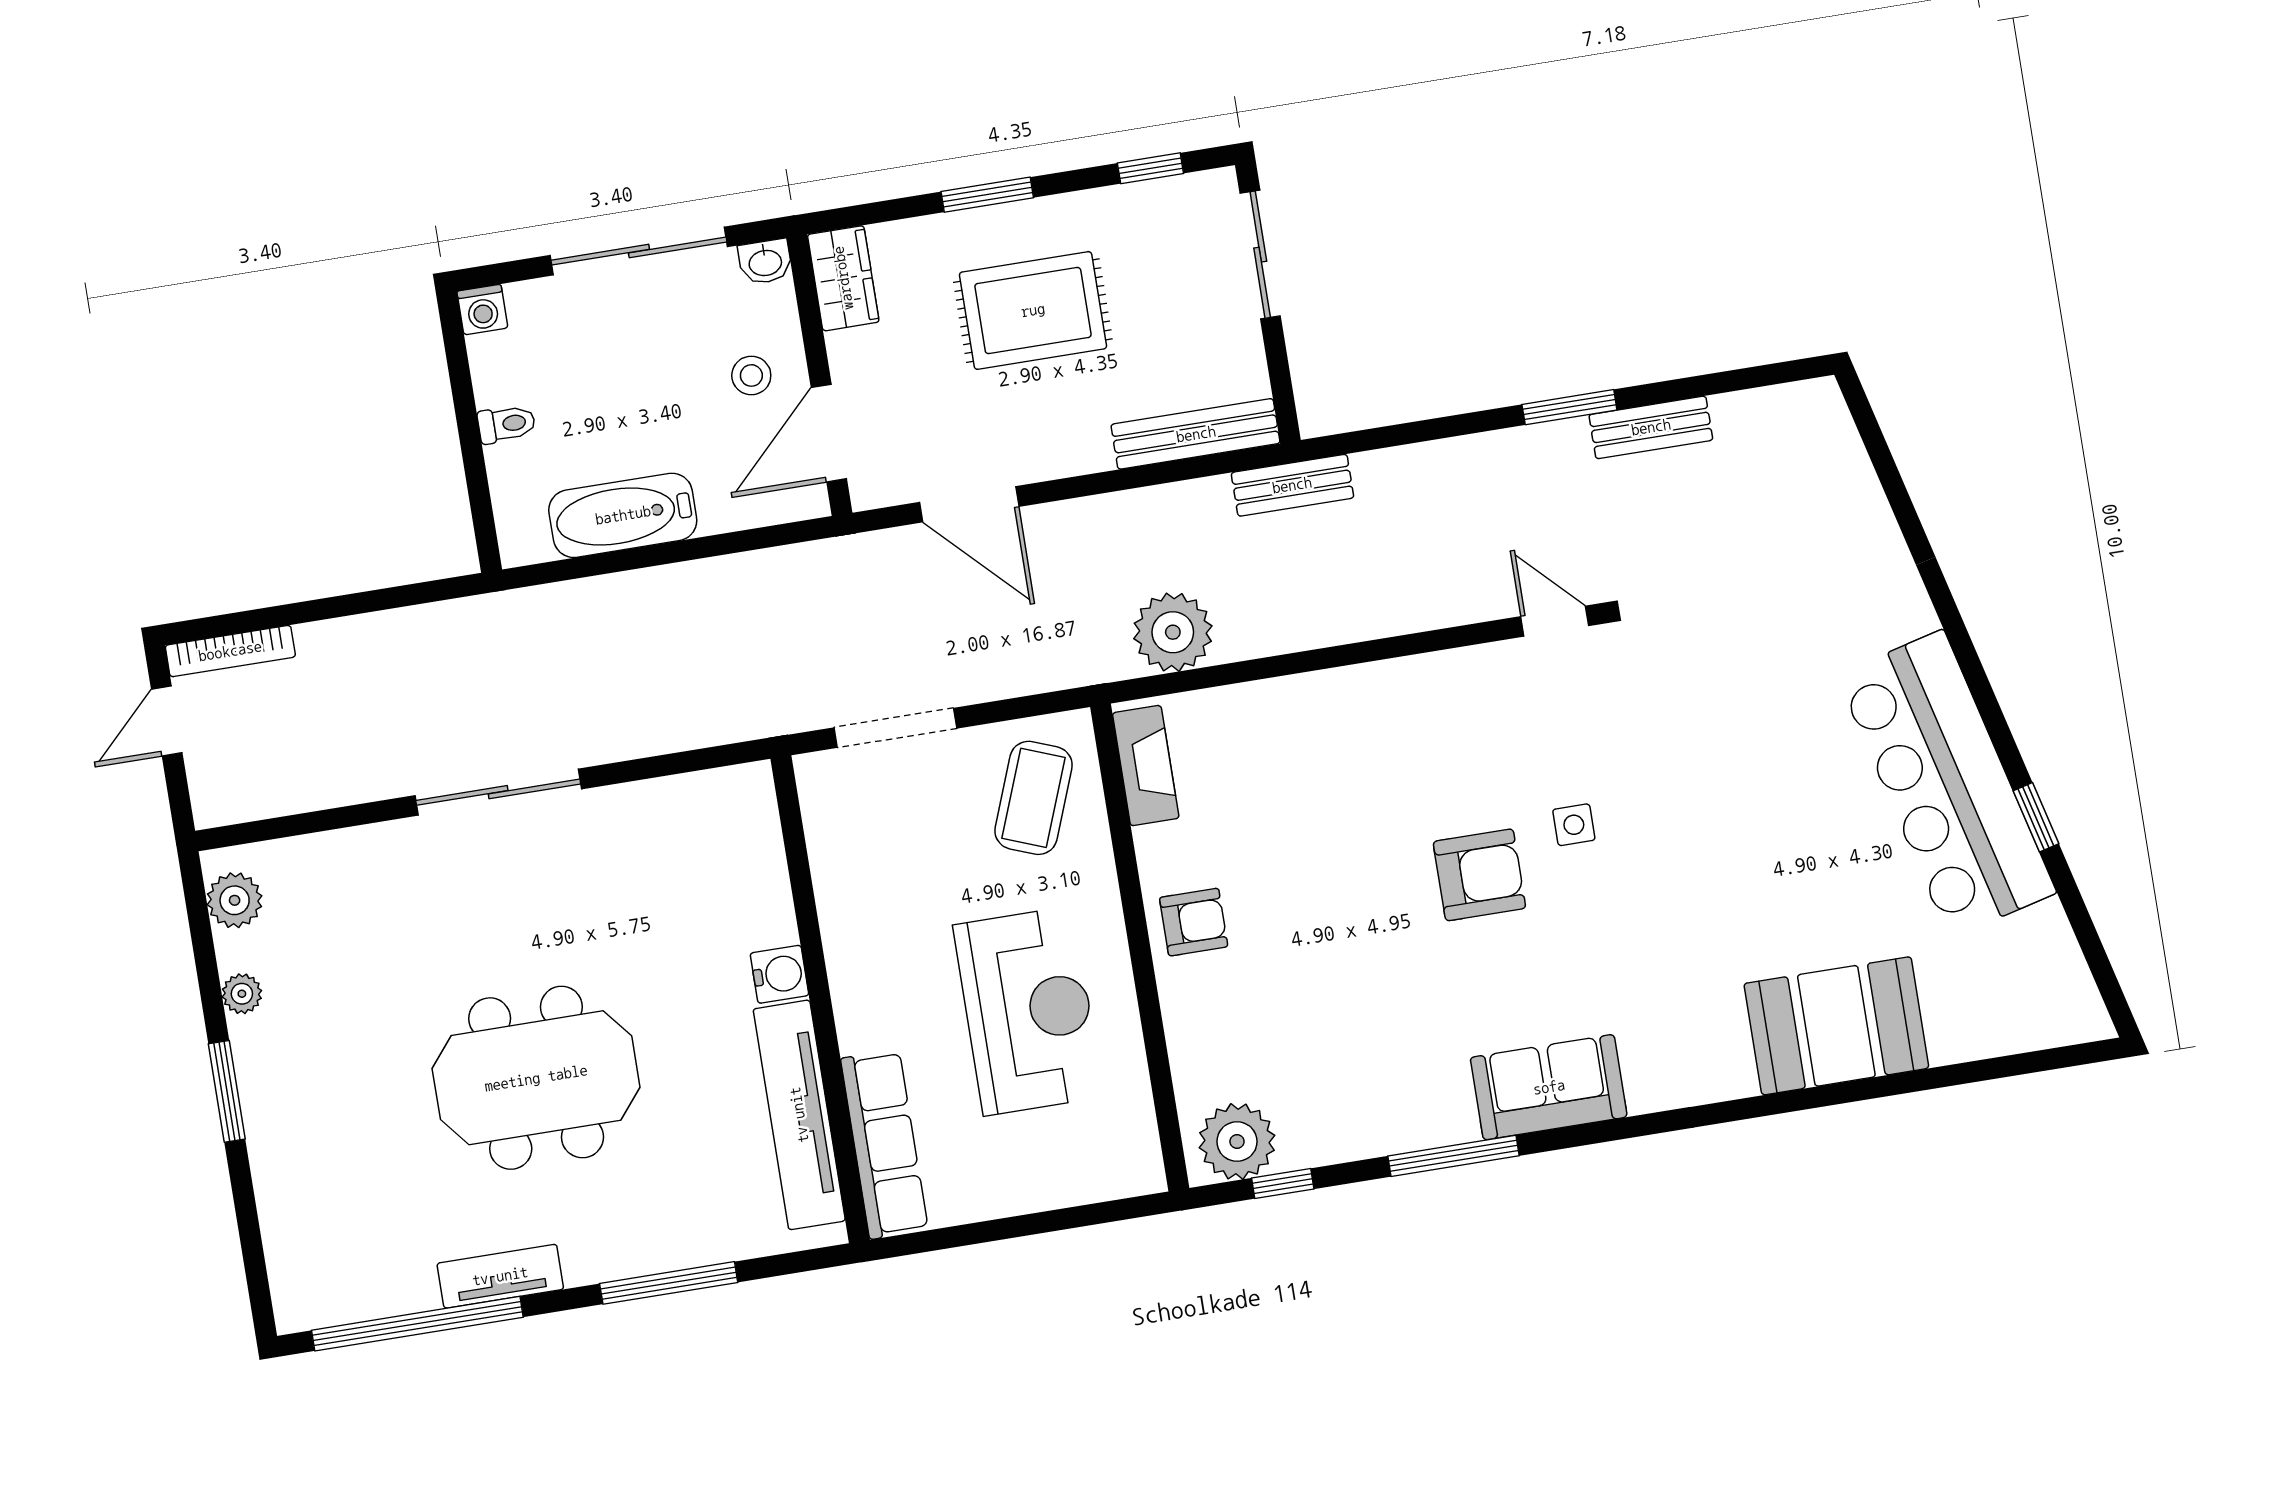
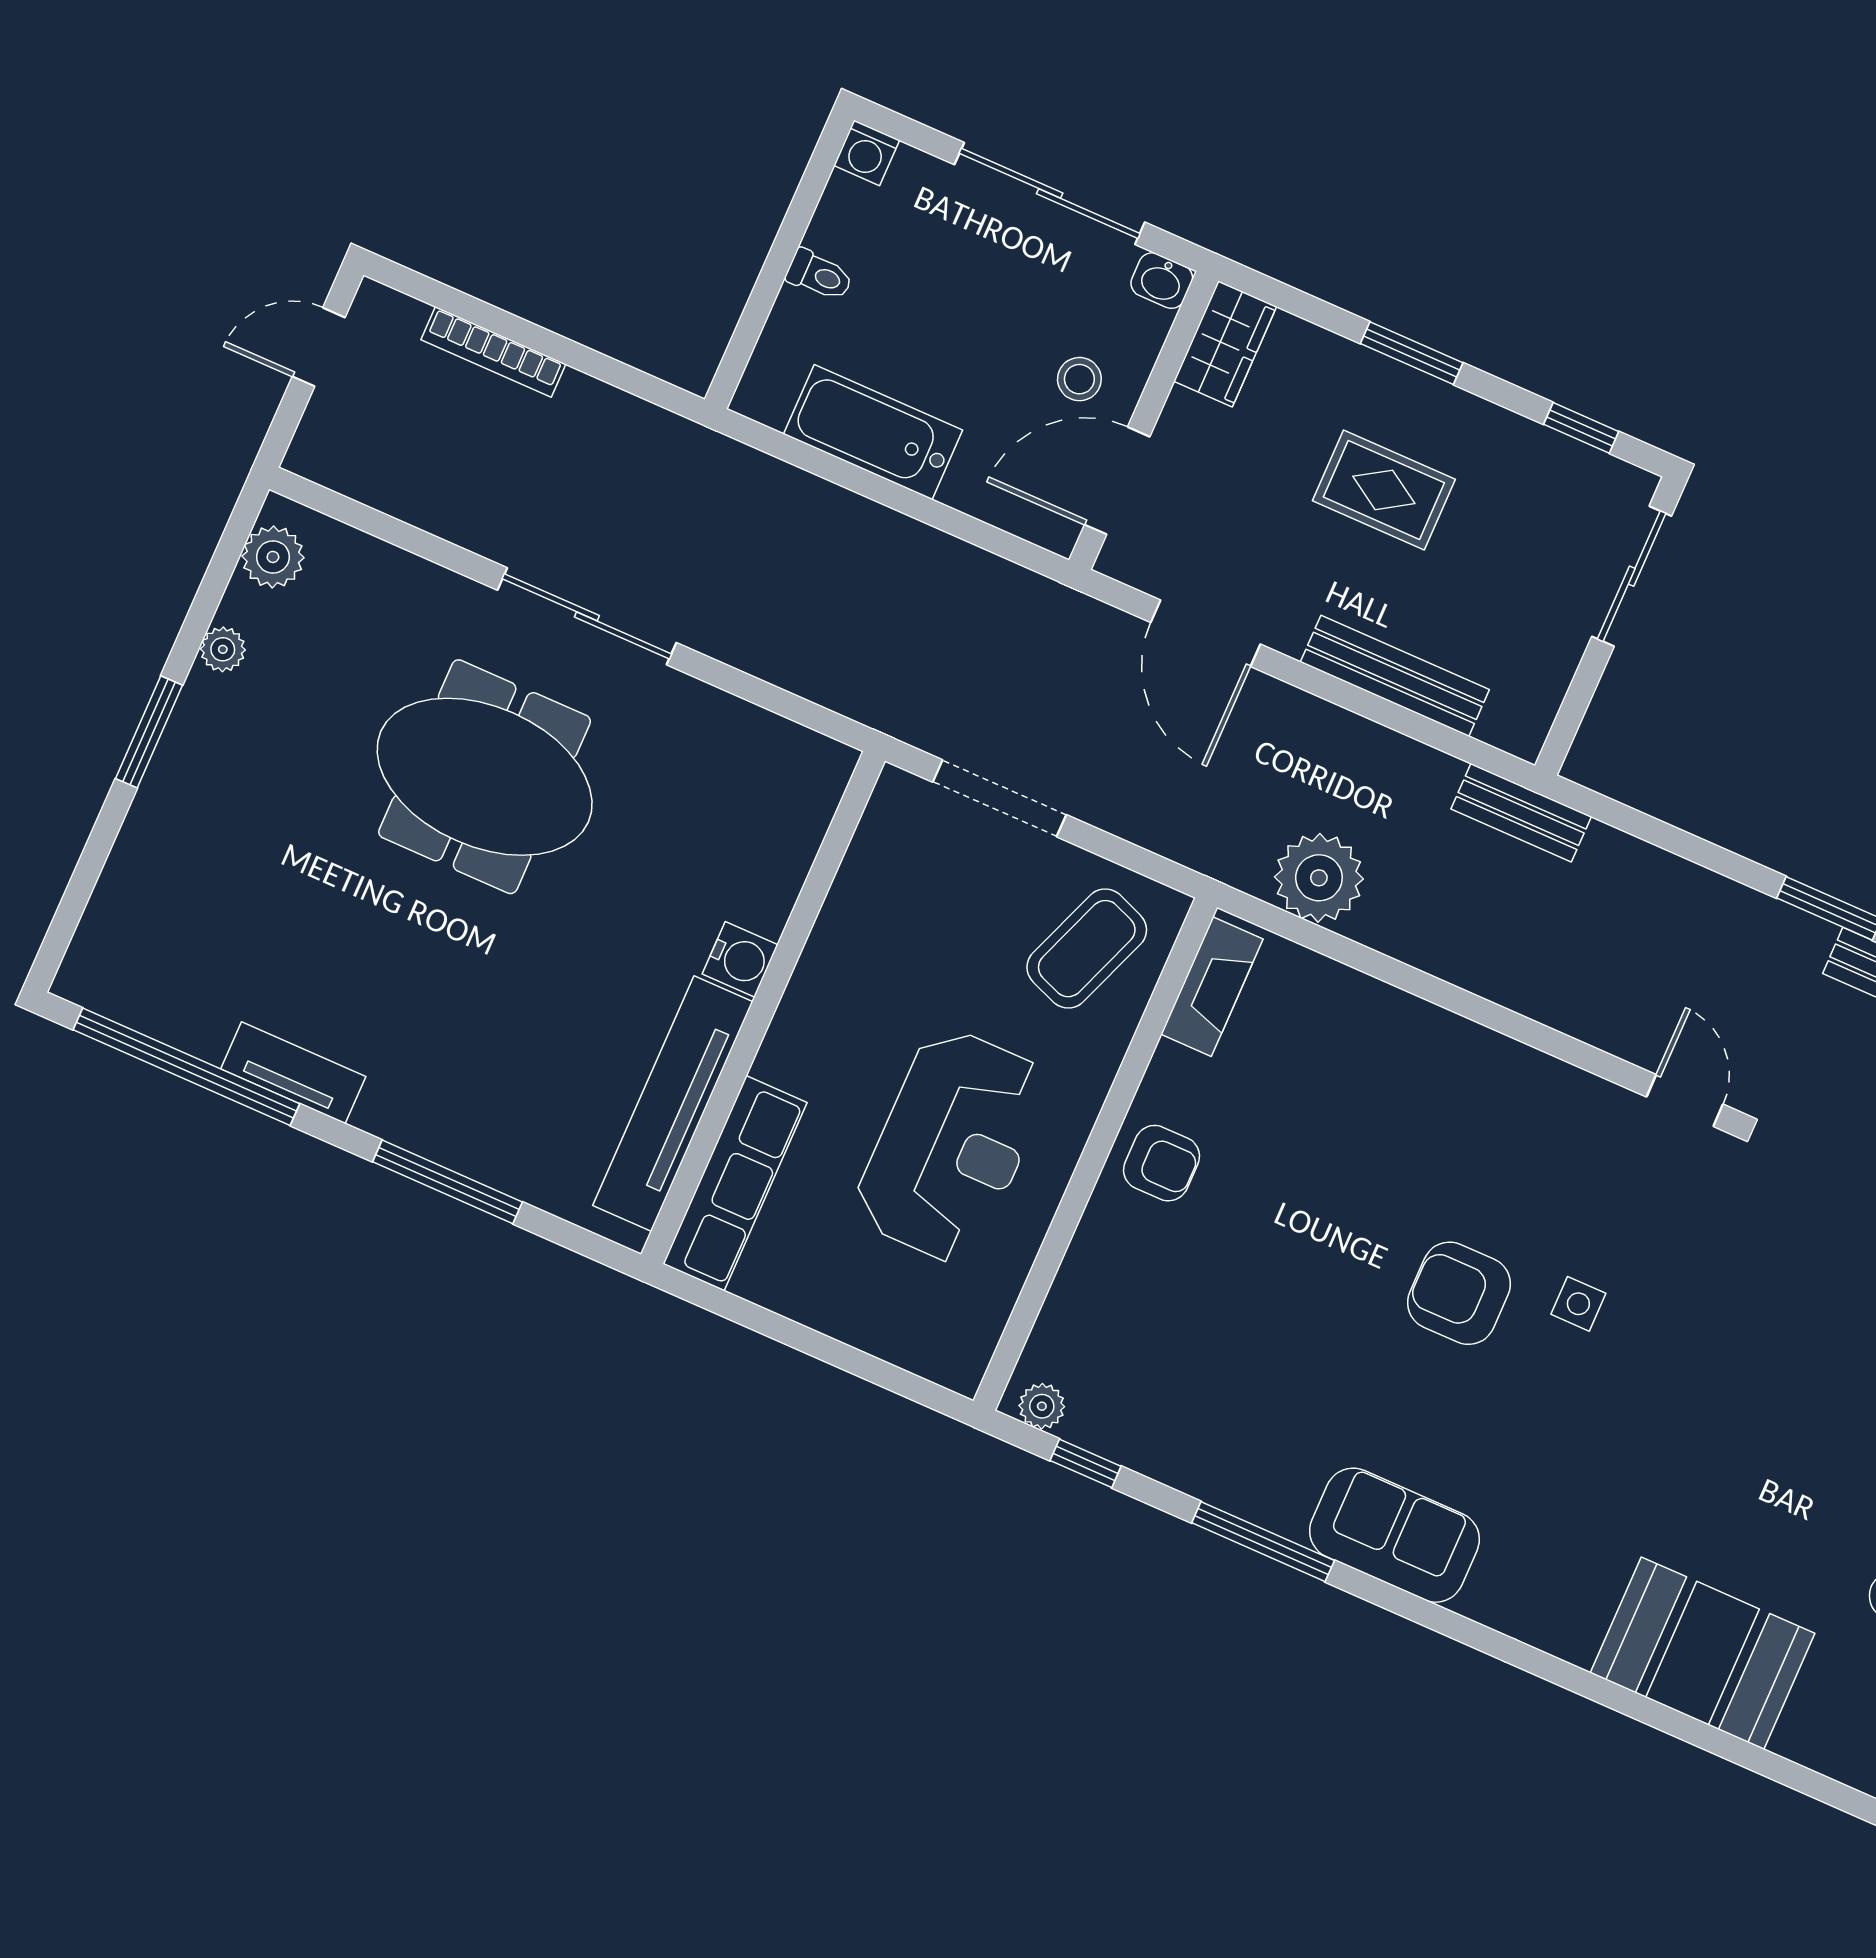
rug: (1033, 310) -> (1384, 490), width x0.73, depth x0.70
bench: (1196, 434) -> (1395, 676), moved
bookcase: (230, 651) -> (493, 352), moved
armchair: (1479, 875) -> (1459, 1293), turned 180
meeting table: (536, 1078) -> (485, 777), moved
plant: (1237, 1142) -> (1042, 1406), width x0.53, depth x0.53

